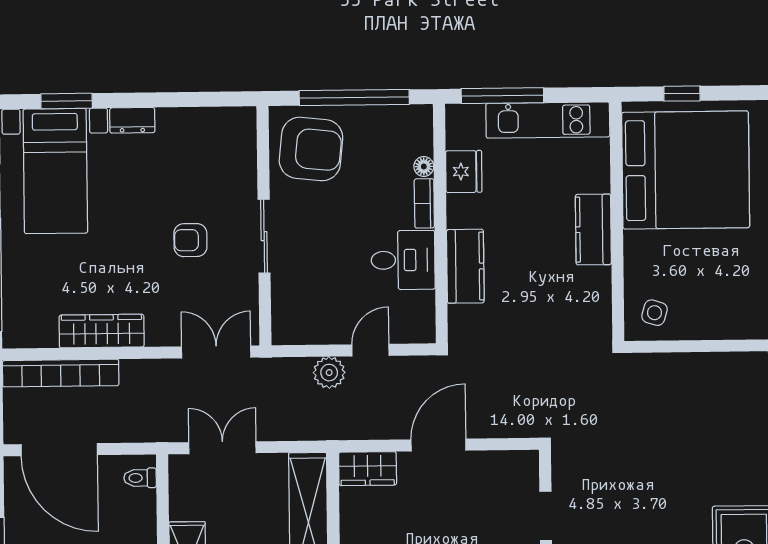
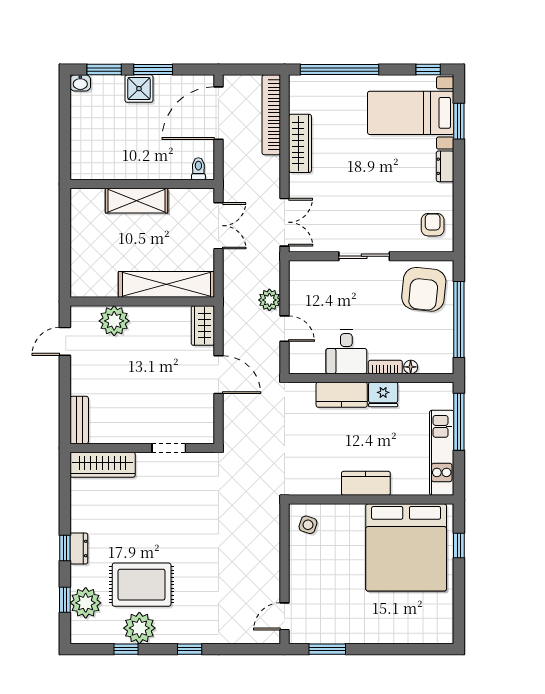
fridge: (464, 172) -> (383, 394), moved
armchair: (190, 240) -> (433, 225), moved

